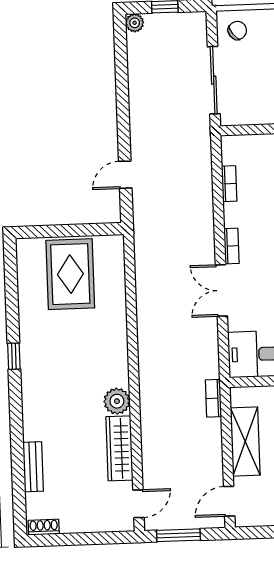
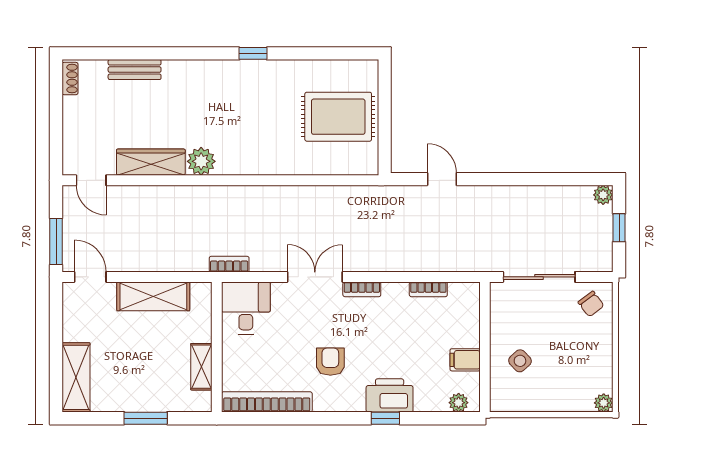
bookcase: (213, 398) -> (229, 264), moved
window: (178, 535) -> (56, 242), moved

